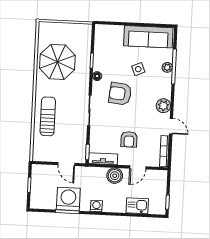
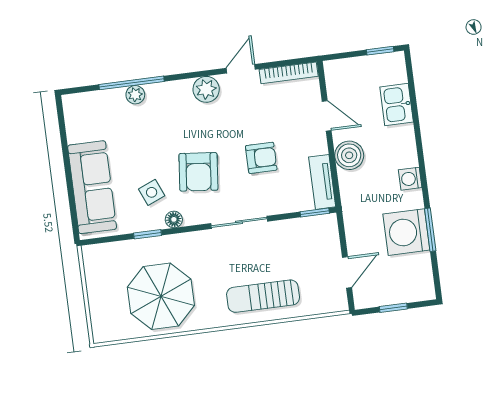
sofa: (148, 37) -> (92, 187), moved
side table: (138, 69) -> (152, 192), moved
armchair: (129, 139) -> (261, 158), moved
door: (66, 164) -> (347, 272), moved

